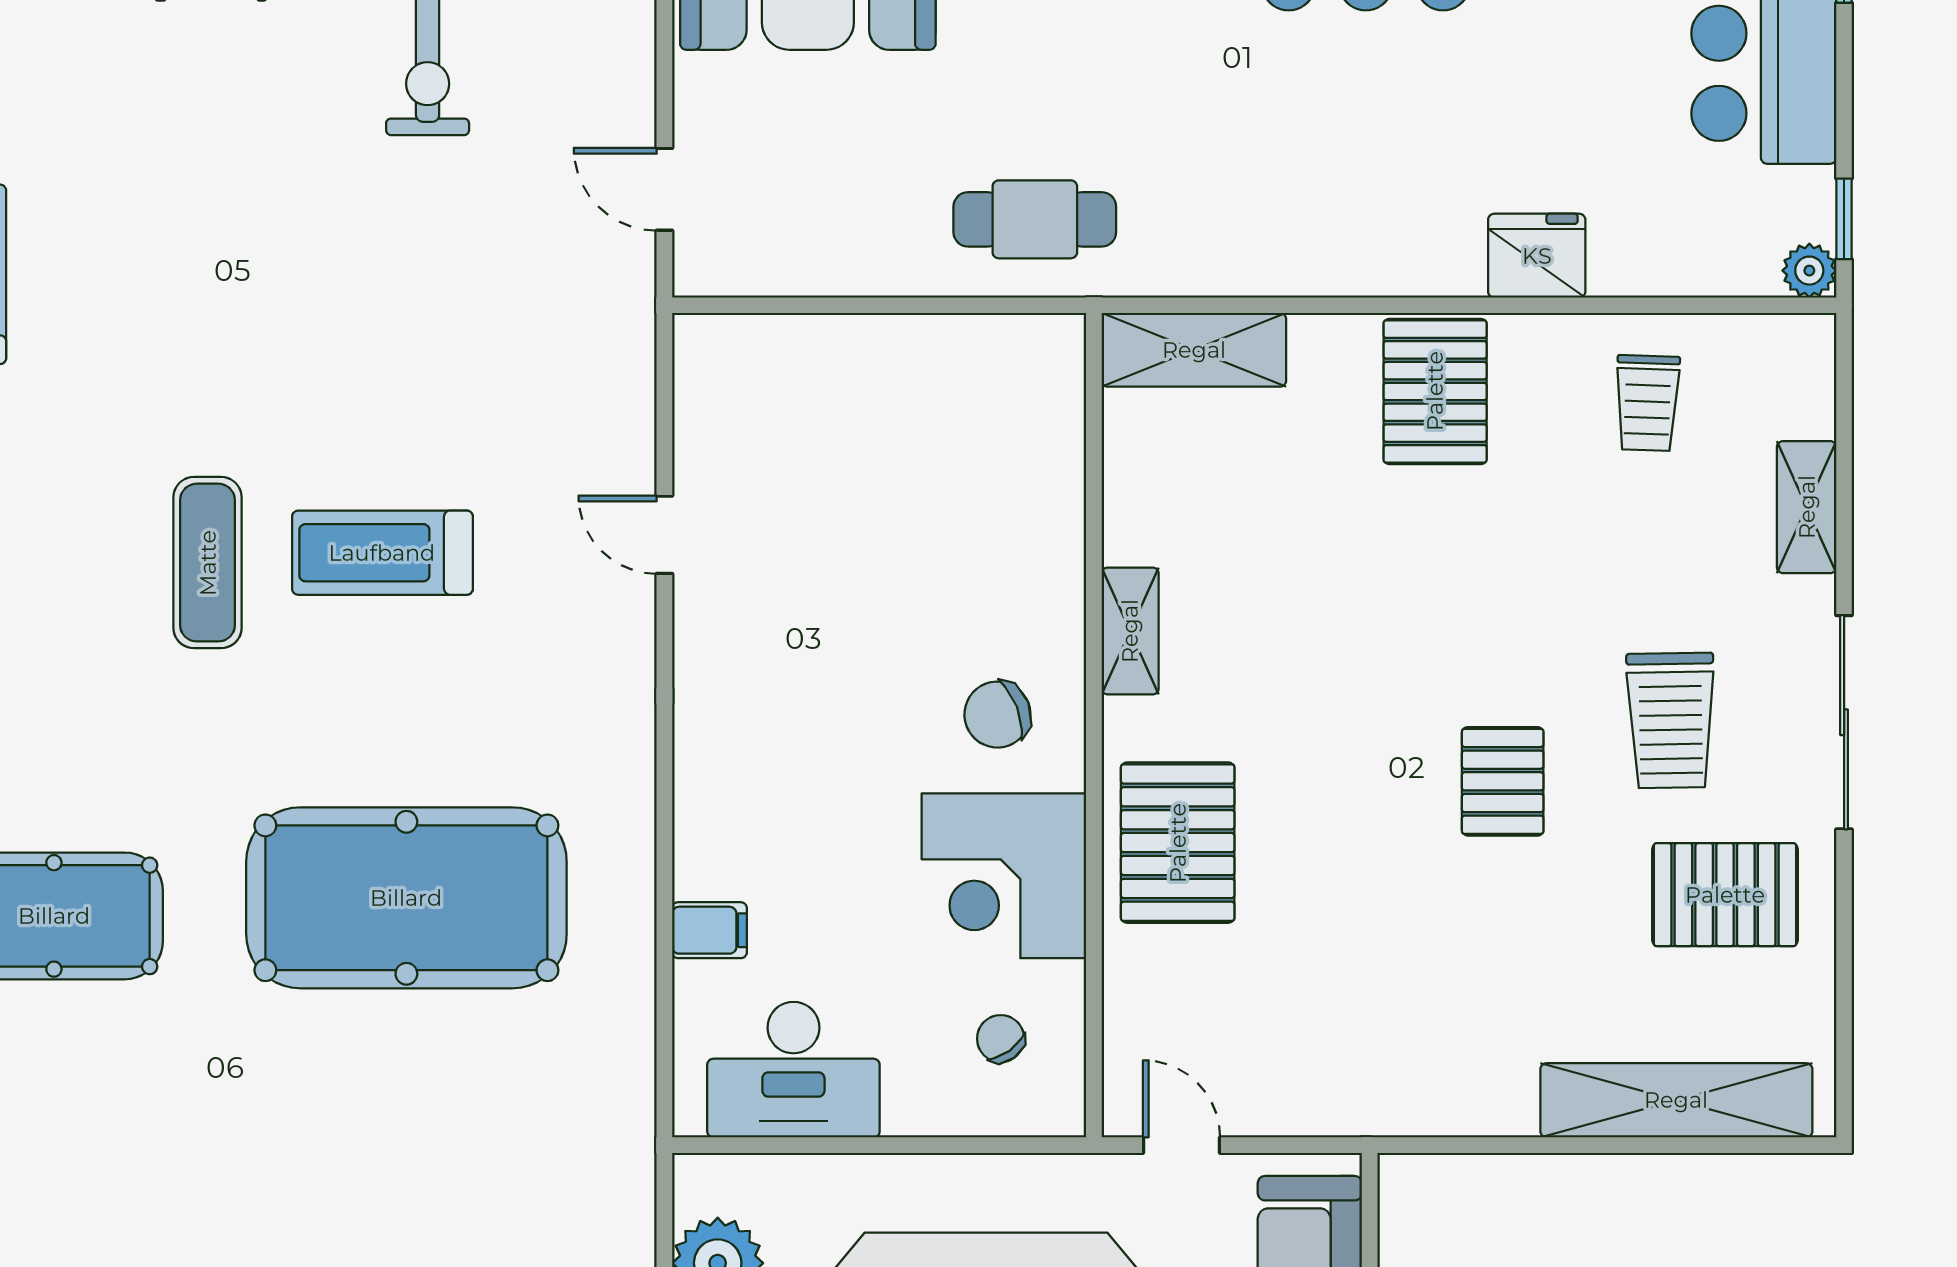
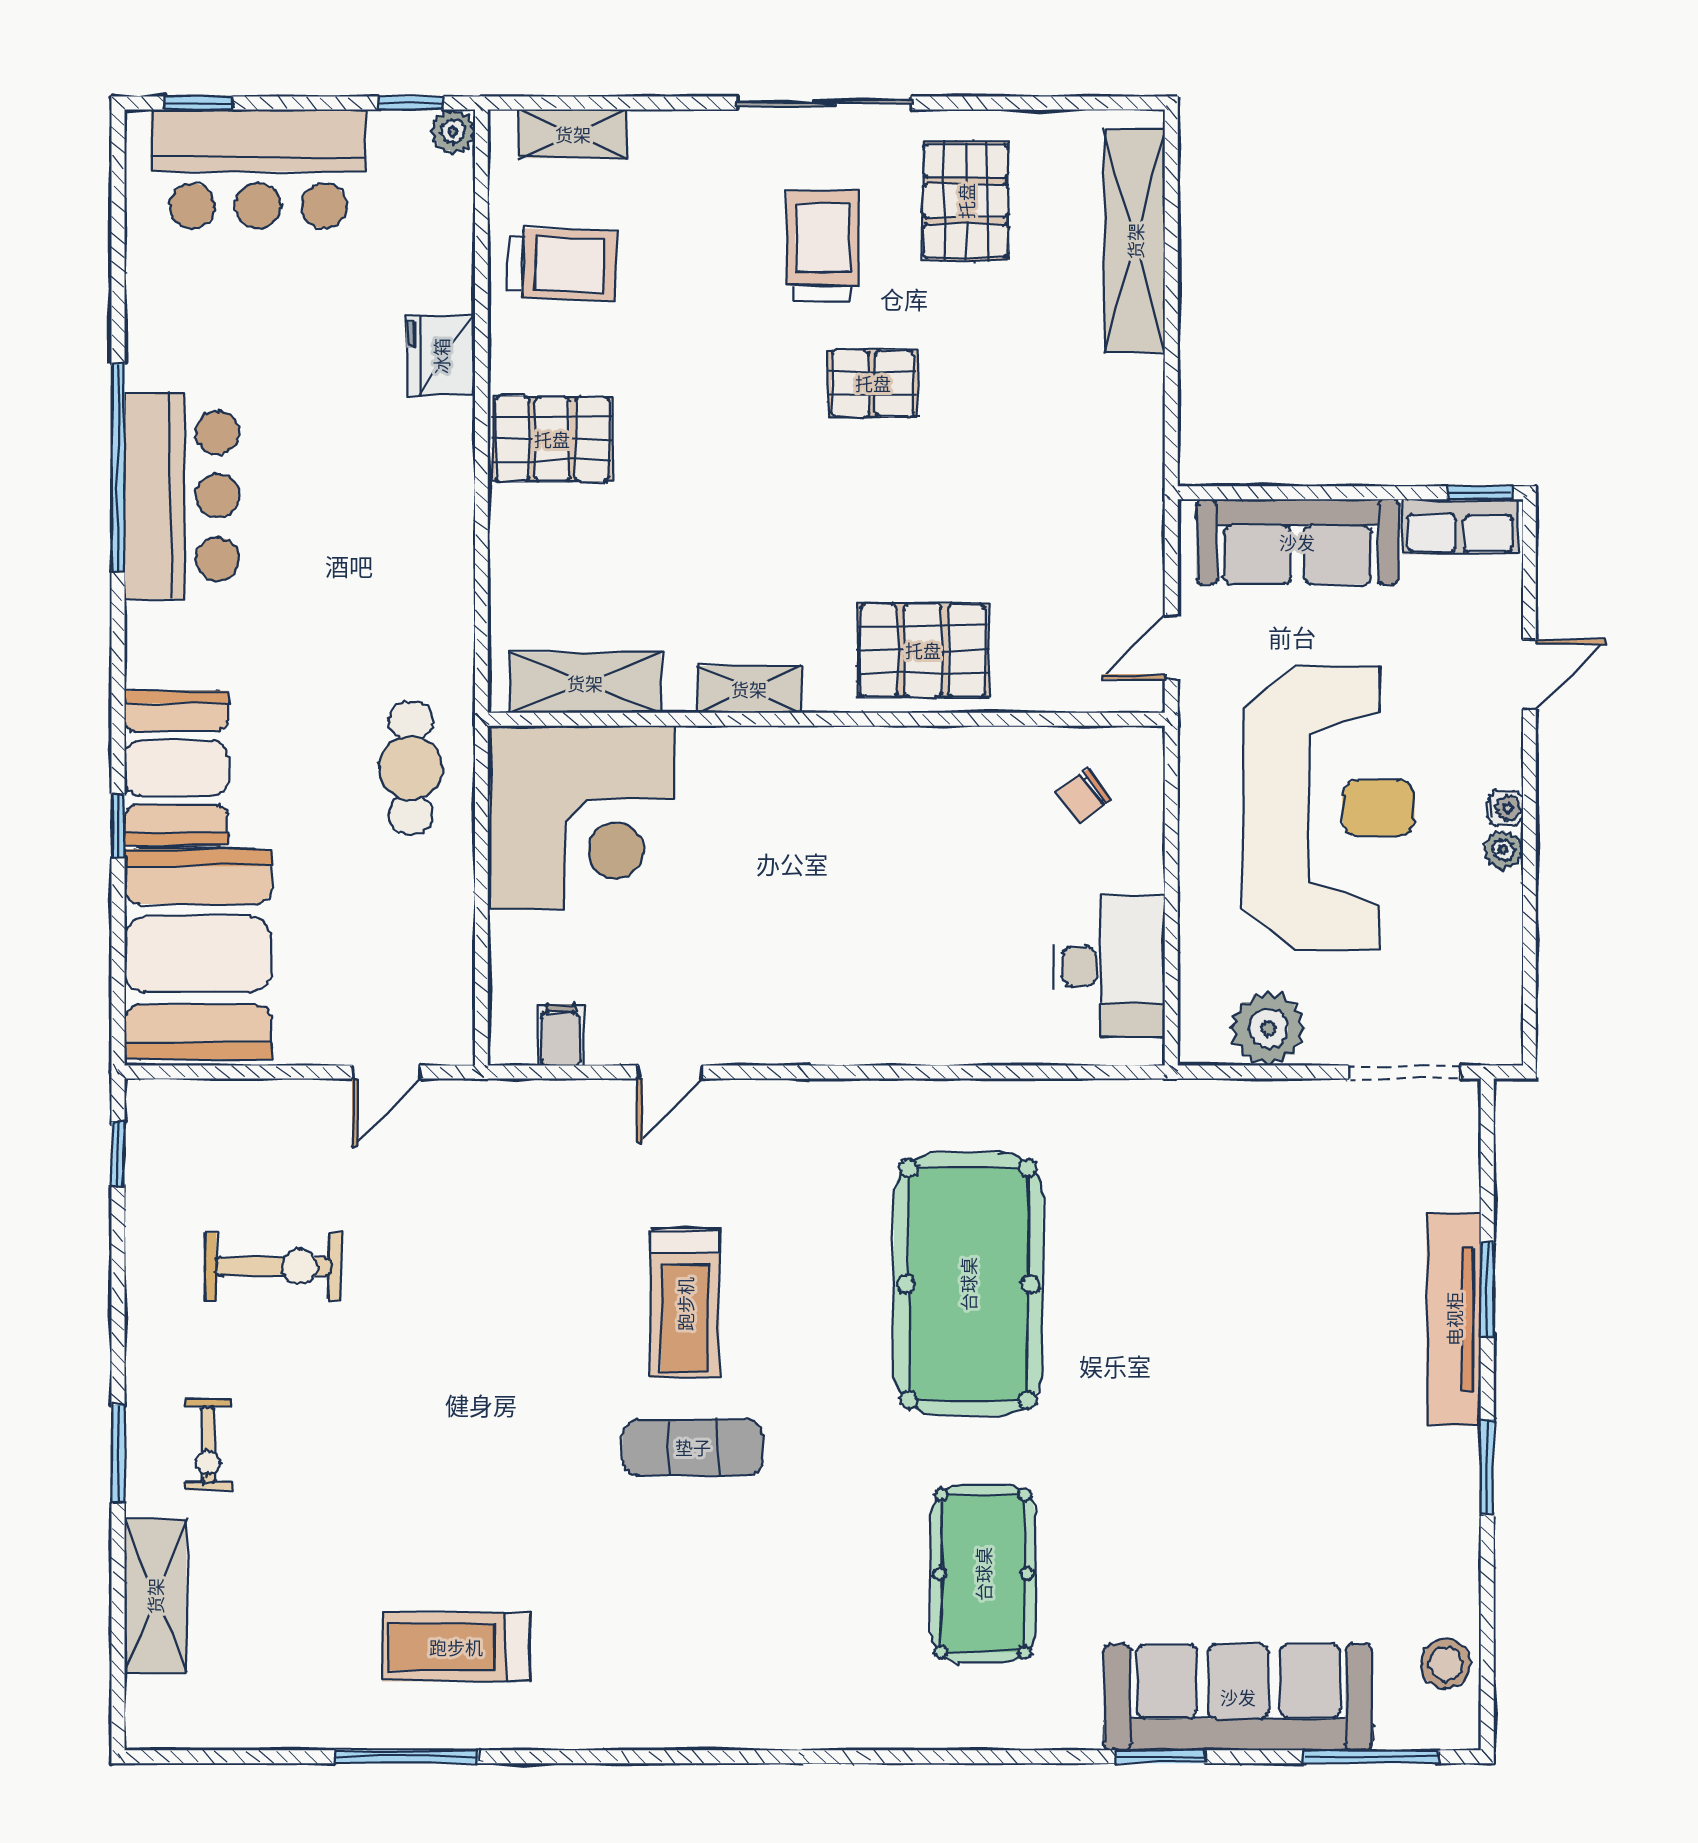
shelving: (1194, 350) -> (585, 683), moved, turned 90
trolley: (1647, 403) -> (562, 265), width x1.36, depth x1.39
shelving: (1807, 507) -> (573, 134), moved
chair: (997, 715) -> (818, 798), removed
trolley: (1671, 720) -> (822, 245), turned -89
corner desk: (1004, 876) -> (583, 818), moved, width x1.36, depth x1.36
filing cabinet: (709, 930) -> (561, 1035), moved

